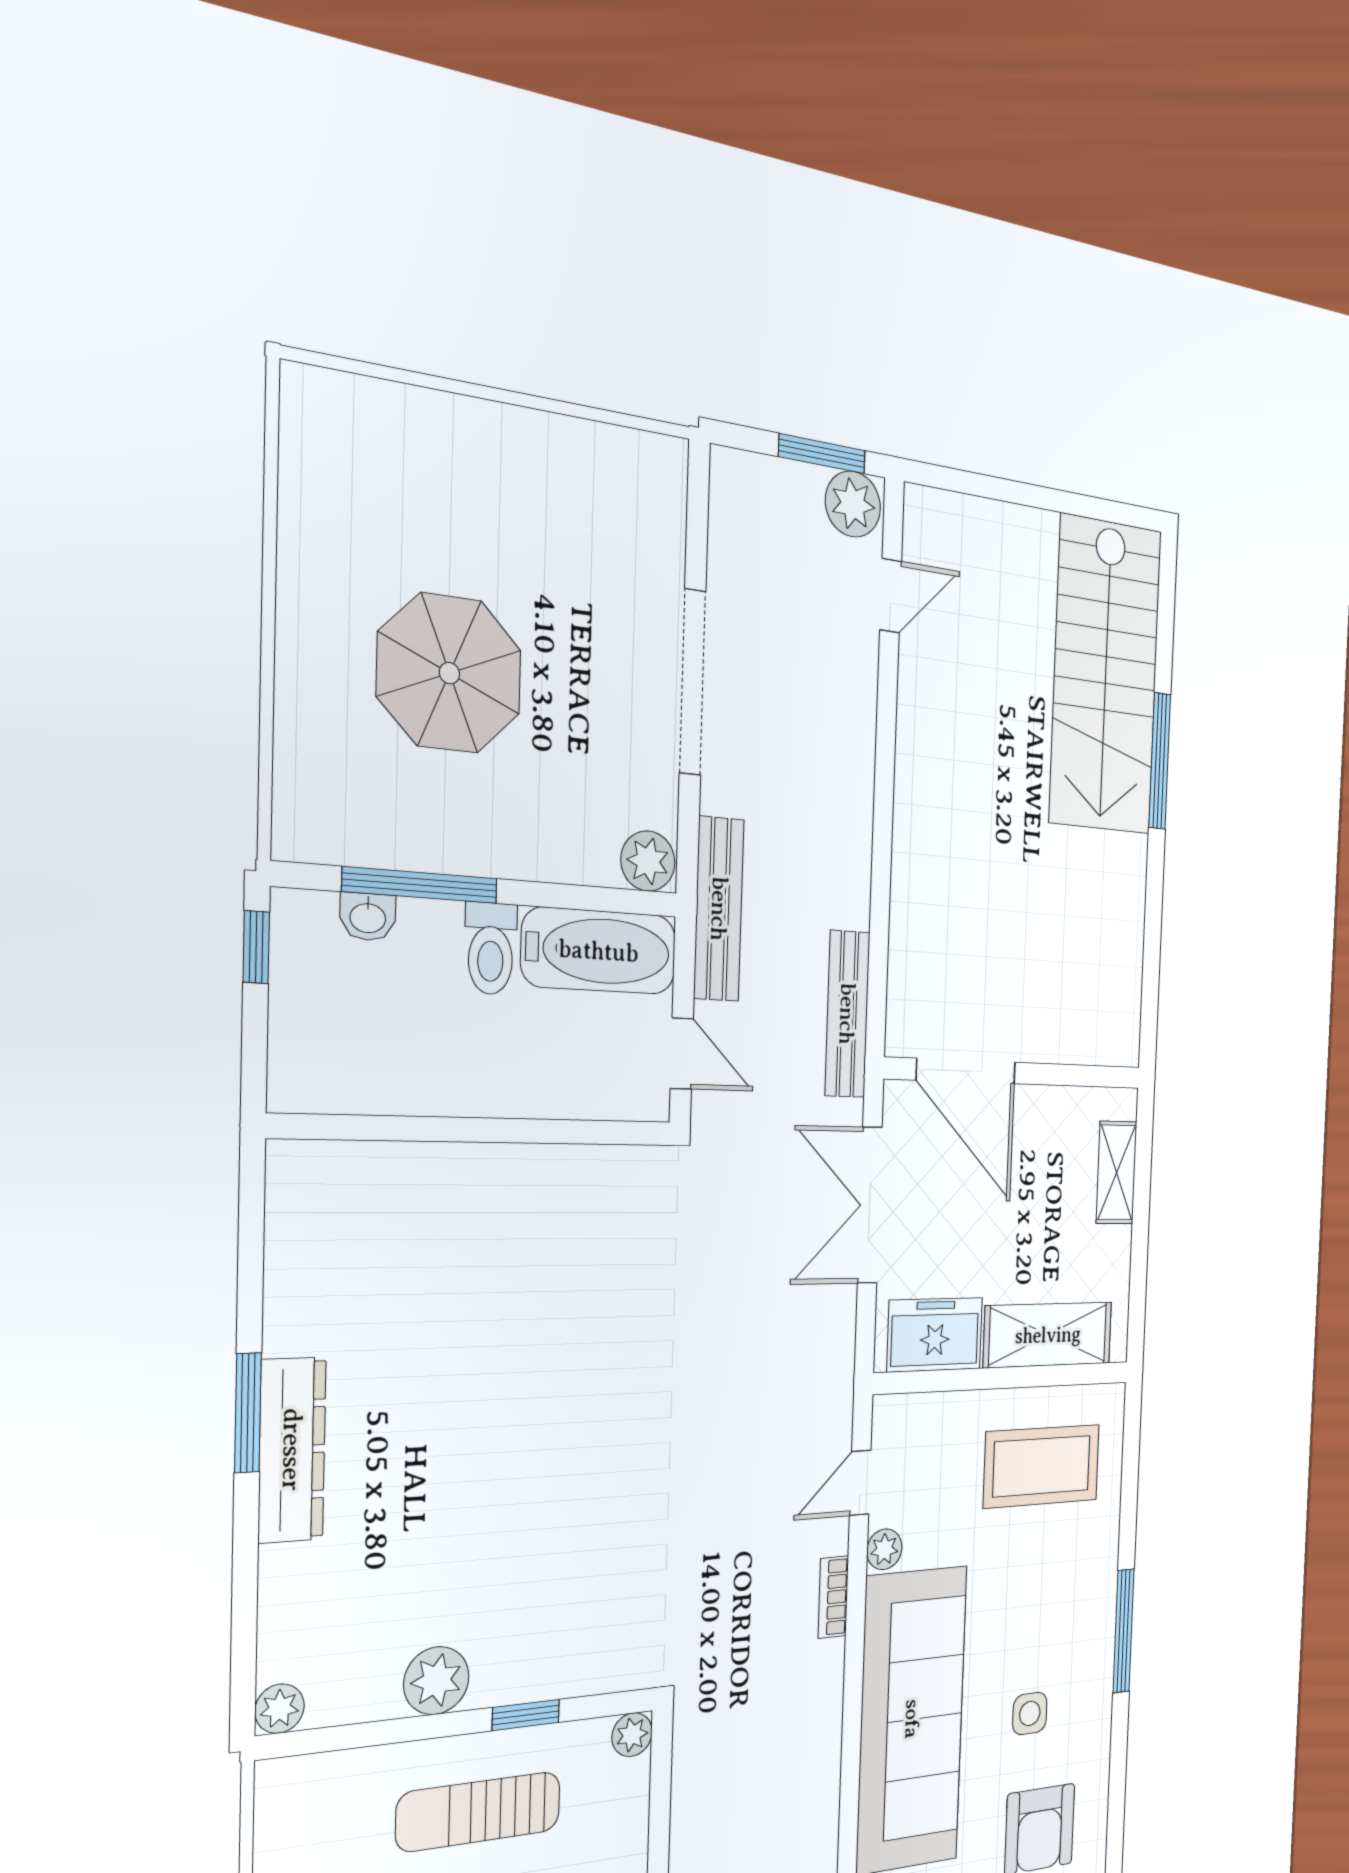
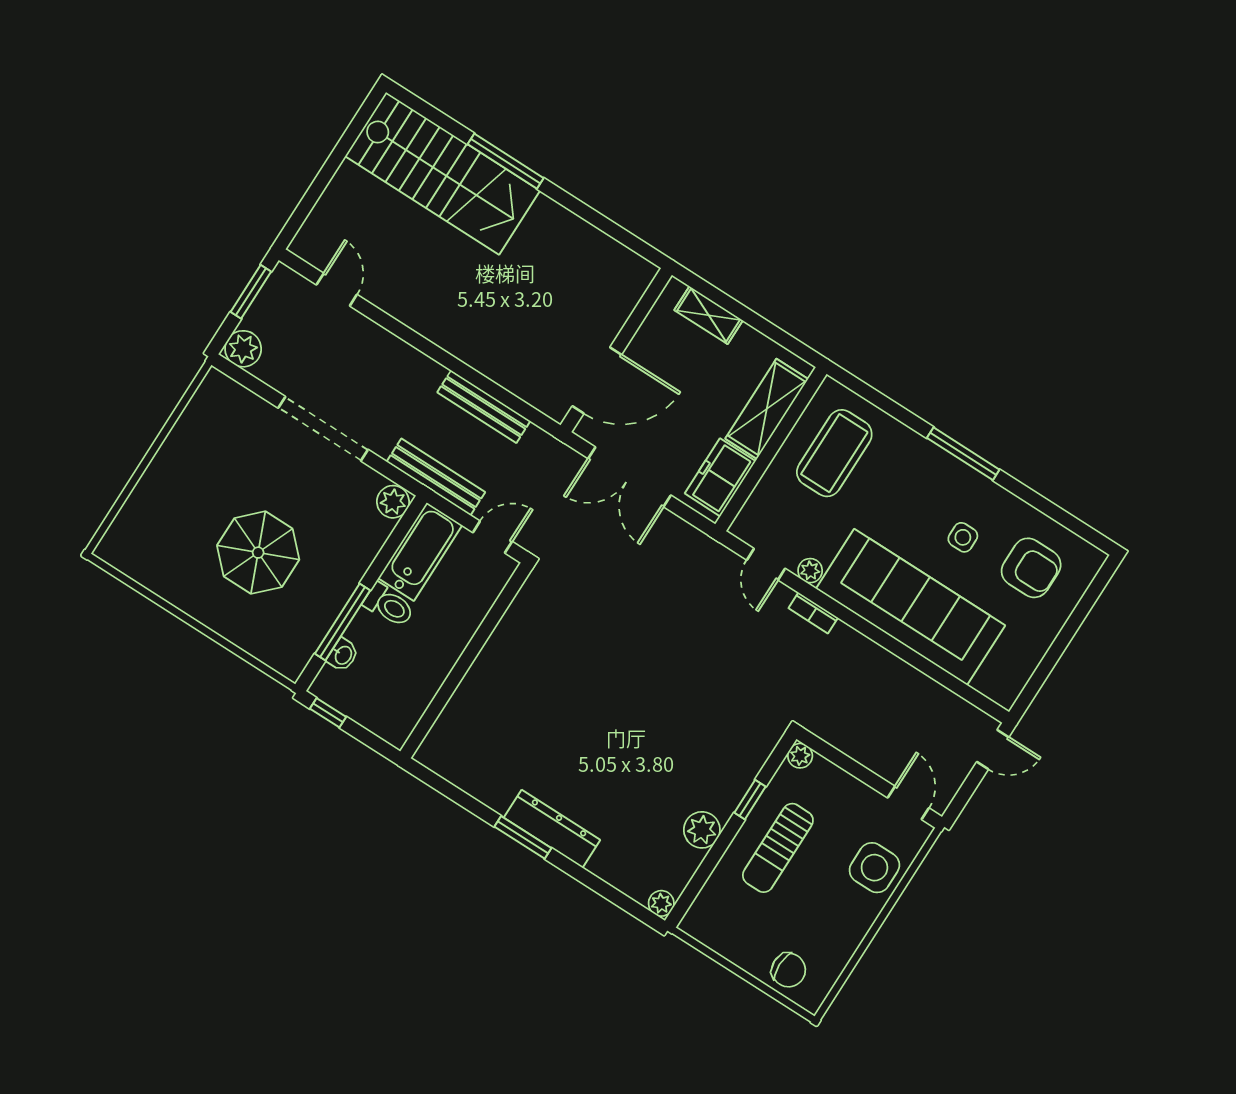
plant: (853, 504) -> (243, 349), moved
bench: (847, 1014) -> (484, 407), moved

